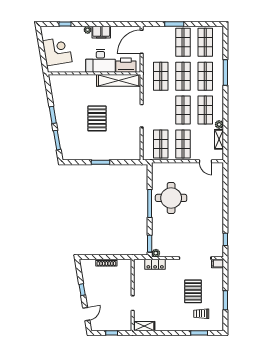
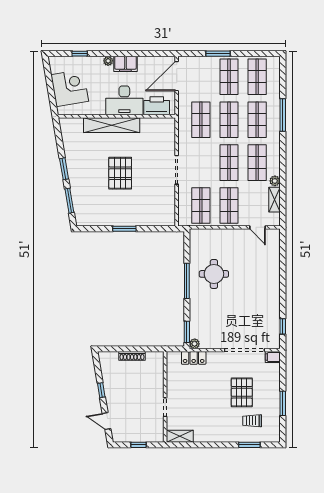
shelving: (119, 80) -> (112, 125), moved
round table: (171, 198) -> (214, 274), width x0.73, depth x0.73
door: (86, 314) -> (106, 421), swing flipped

